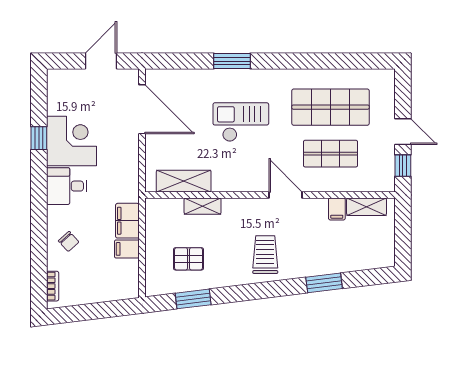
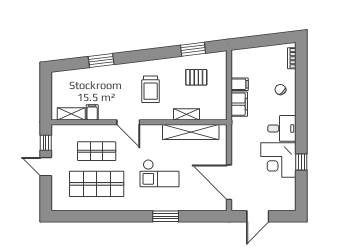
shelving: (184, 181) -> (191, 132), width x1.47
trolley: (265, 255) -> (151, 89), moved

